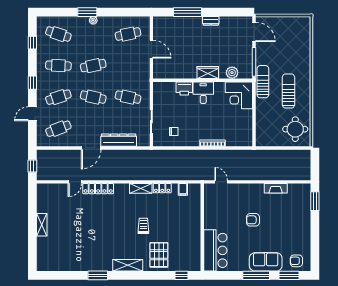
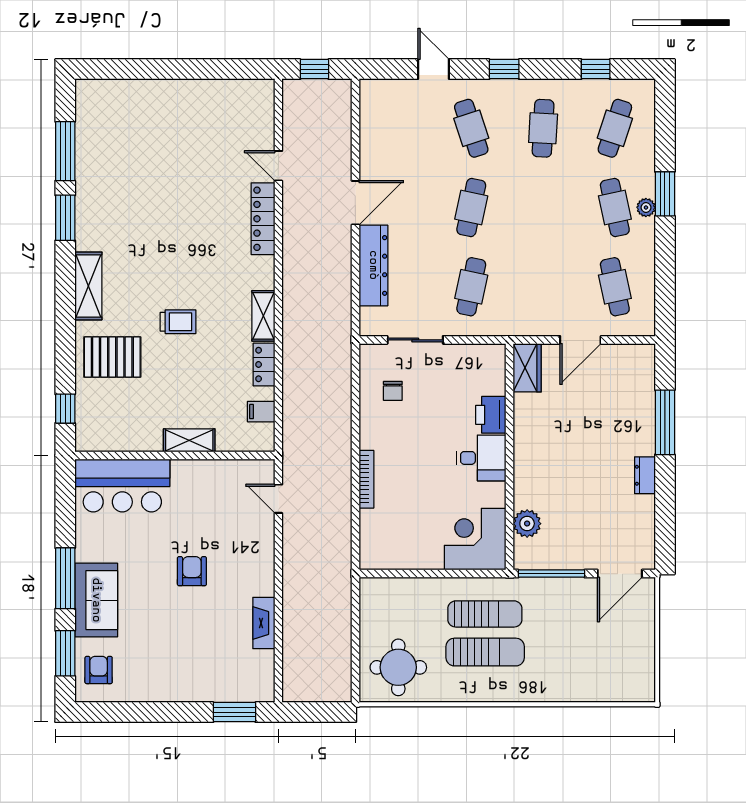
cafe table: (93, 66) -> (615, 207), moved
wardrobe: (208, 73) -> (527, 368), moved
sun lounger: (263, 82) -> (485, 614), moved
cafe table: (58, 129) -> (399, 128), removed
door: (91, 148) -> (355, 203), swing flipped
door: (221, 182) -> (278, 499), swing flipped
shelving: (42, 225) -> (189, 440), moved
window: (68, 275) -> (65, 151), added

